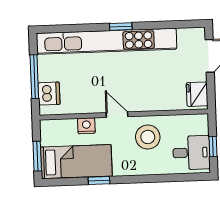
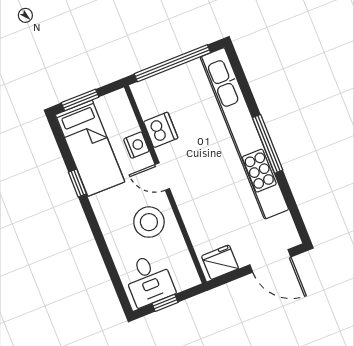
window: (121, 27) -> (268, 144), width x2.17
window: (34, 77) -> (172, 63), width x1.46
dishwasher: (49, 94) -> (161, 130), moved, turned -90
door: (117, 115) -> (162, 177), swing flipped

